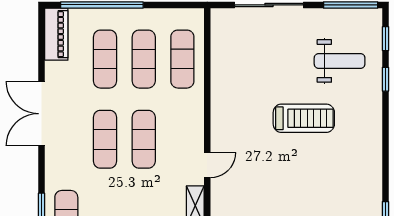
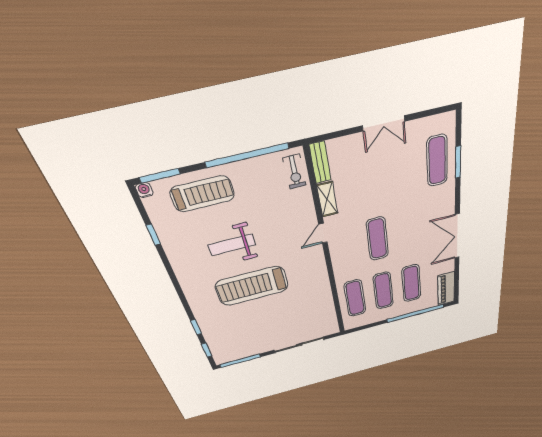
weight bench: (340, 61) -> (232, 245), moved
double door: (42, 114) -> (457, 236), swing flipped
treadmill: (304, 118) -> (252, 286), width x1.37, depth x1.37
exercise mat: (105, 139) -> (408, 231), removed

